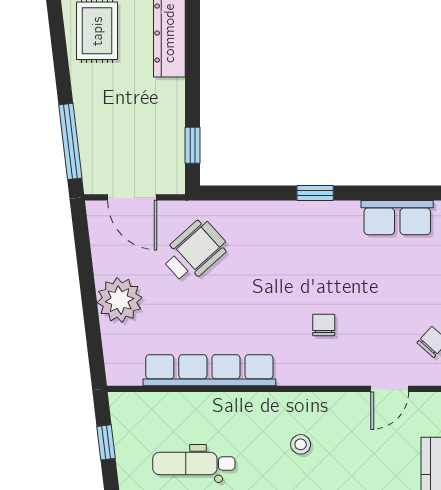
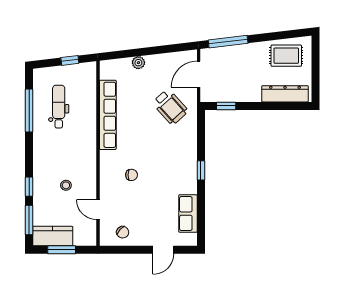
plant: (120, 300) -> (138, 63), width x0.53, depth x0.53
stool: (301, 444) -> (66, 185), moved

